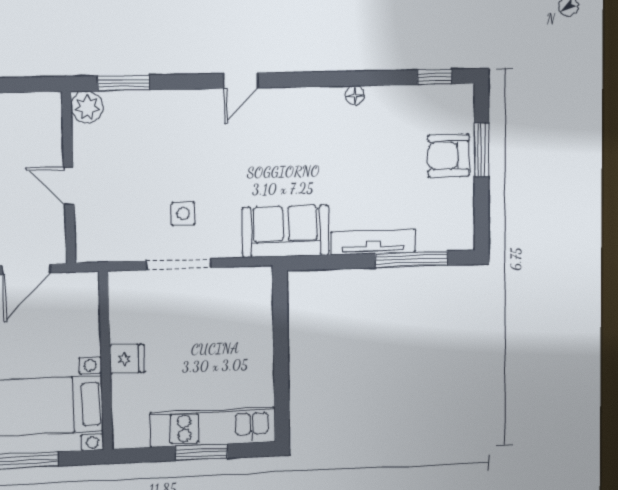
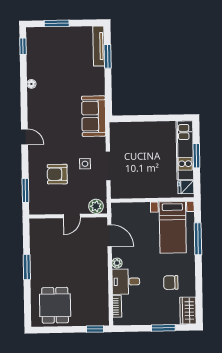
plant: (87, 107) -> (96, 206), moved
armchair: (449, 156) -> (57, 174), moved, turned 90
tv unit: (373, 242) -> (99, 46), moved
window: (411, 259) -> (108, 56), width x0.69
fridge: (127, 359) -> (186, 187), moved, turned -90

